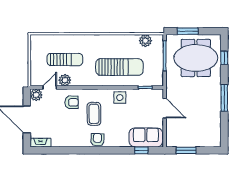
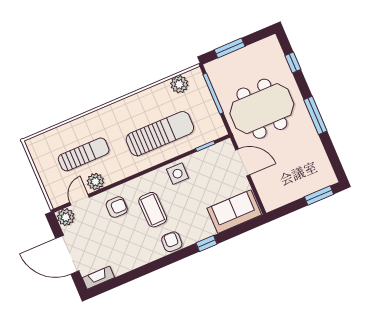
meeting table: (196, 58) -> (262, 109), moved
window: (141, 150) -> (207, 243), moved
window: (186, 150) -> (319, 196), moved

